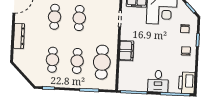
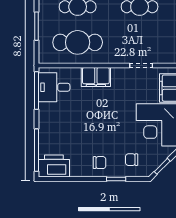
desk: (158, 81) -> (54, 87), moved

